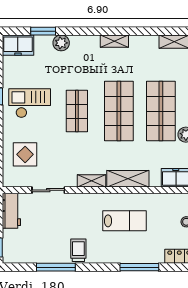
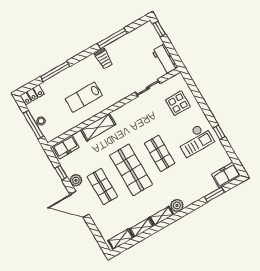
plant: (61, 43) -> (177, 205), moved
shop shelf: (161, 111) -> (102, 187), width x0.70, depth x0.74
shelving: (92, 181) -> (142, 228), moved

